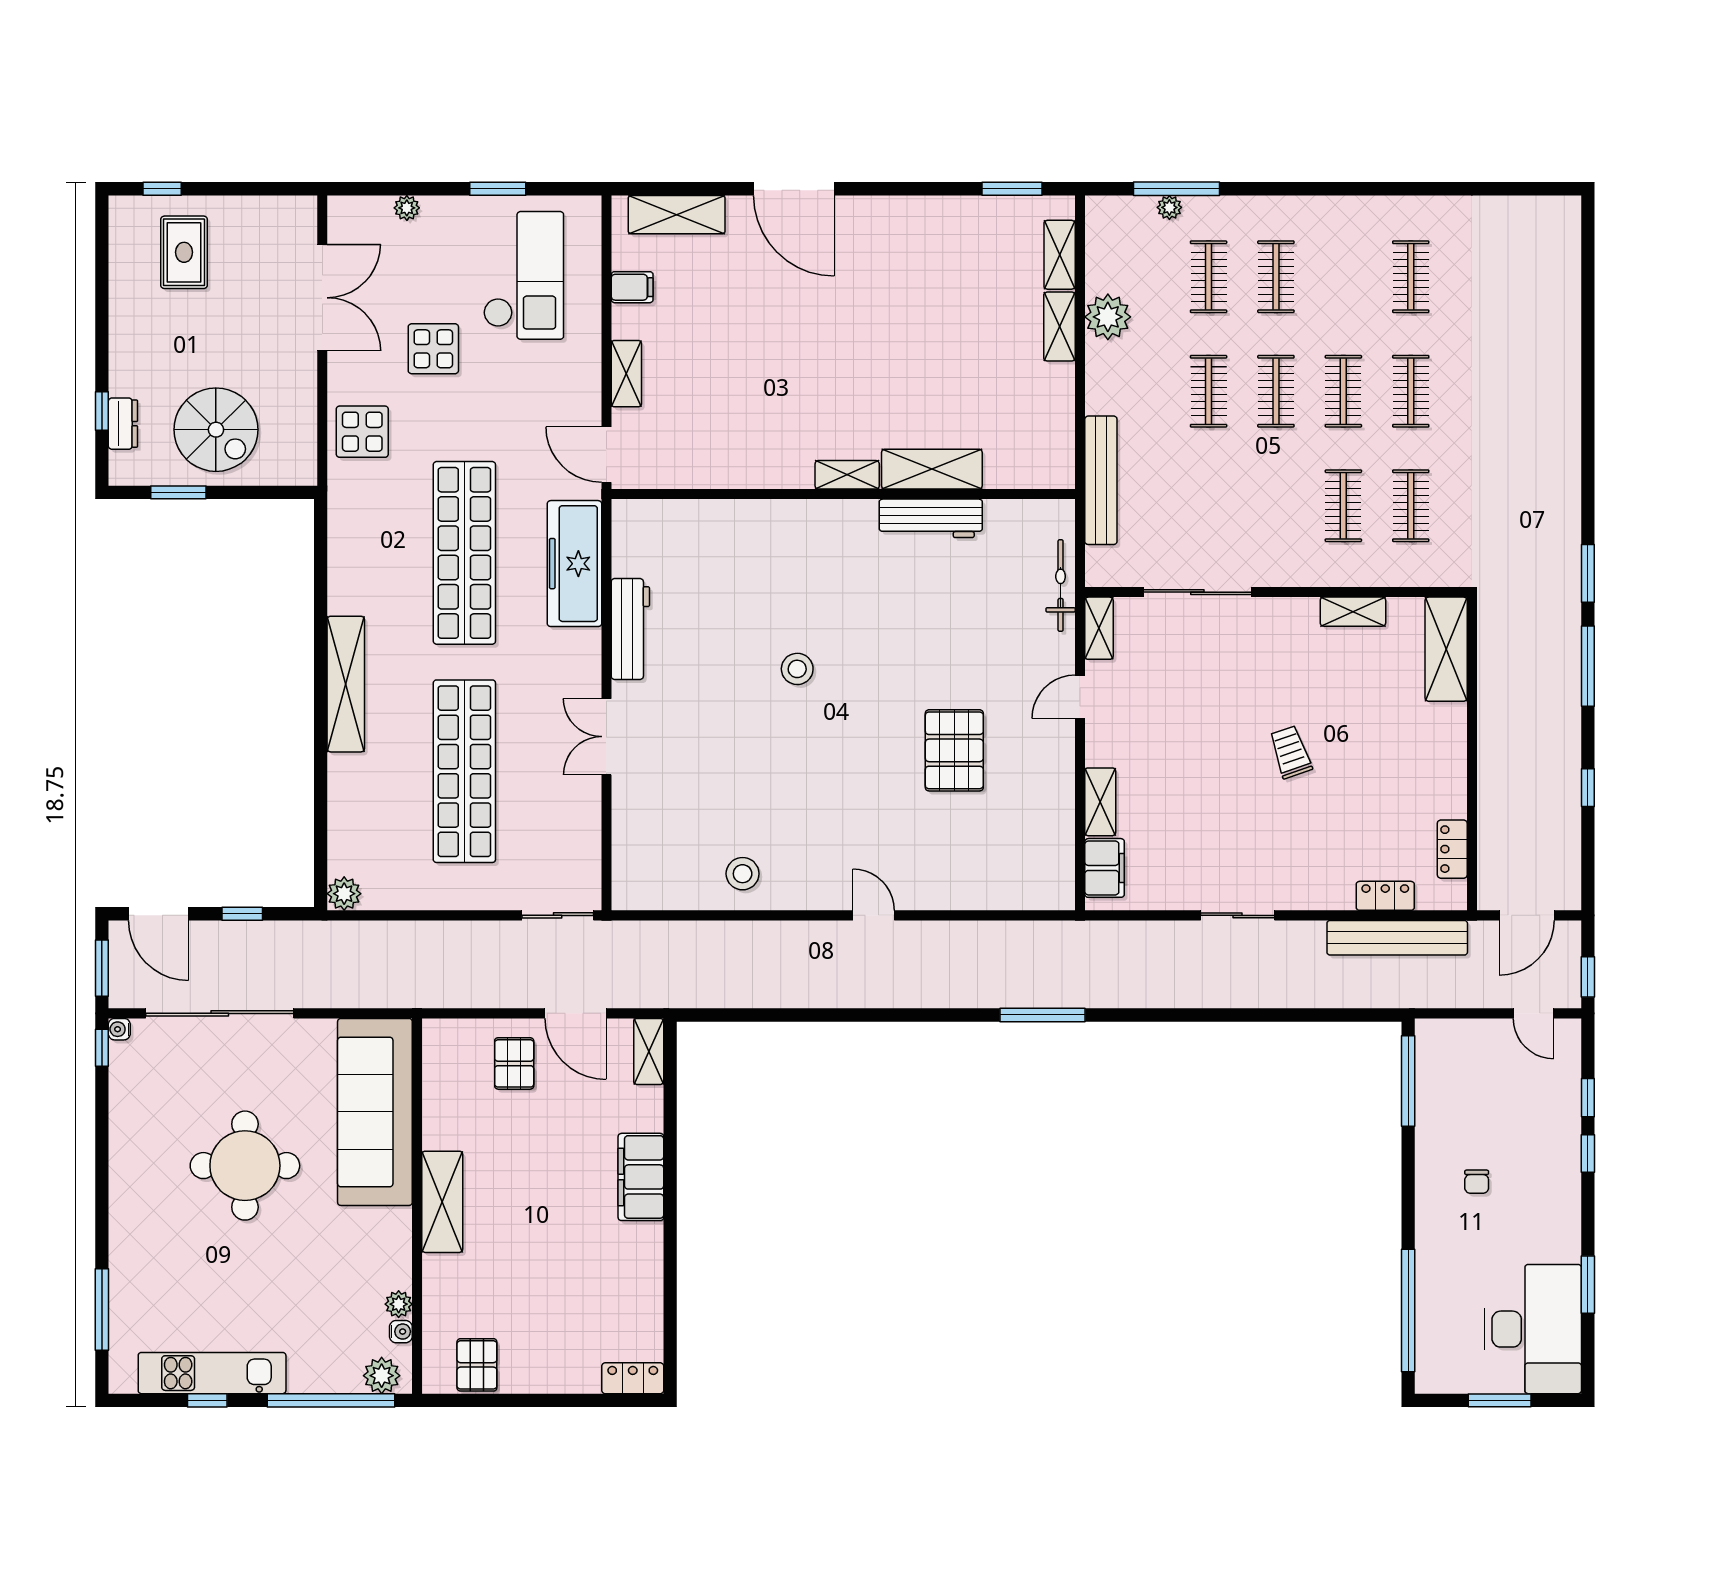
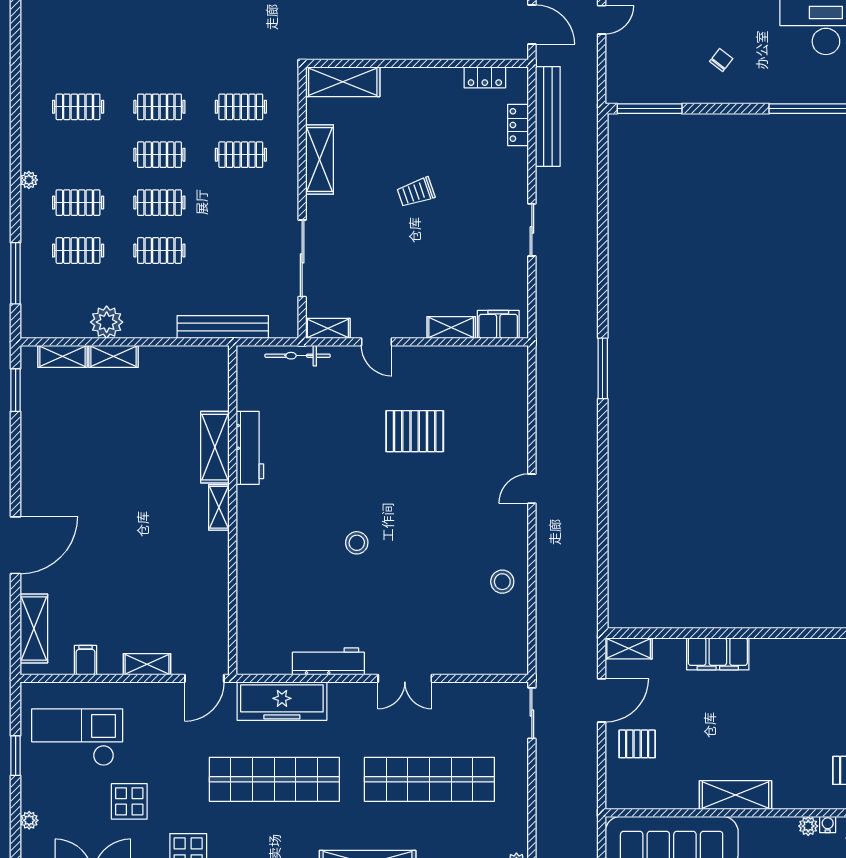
plant: (1169, 207) -> (29, 180), moved
shelving: (1353, 612) -> (320, 159), width x1.50, depth x1.33
chair: (1477, 1182) -> (721, 60), turned -52

